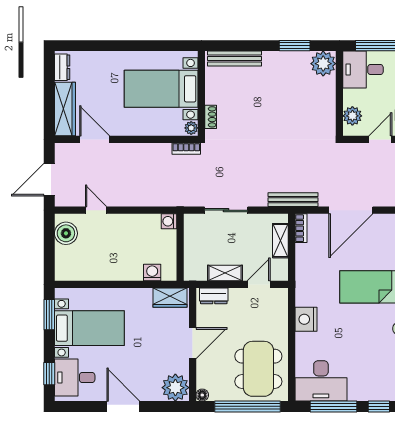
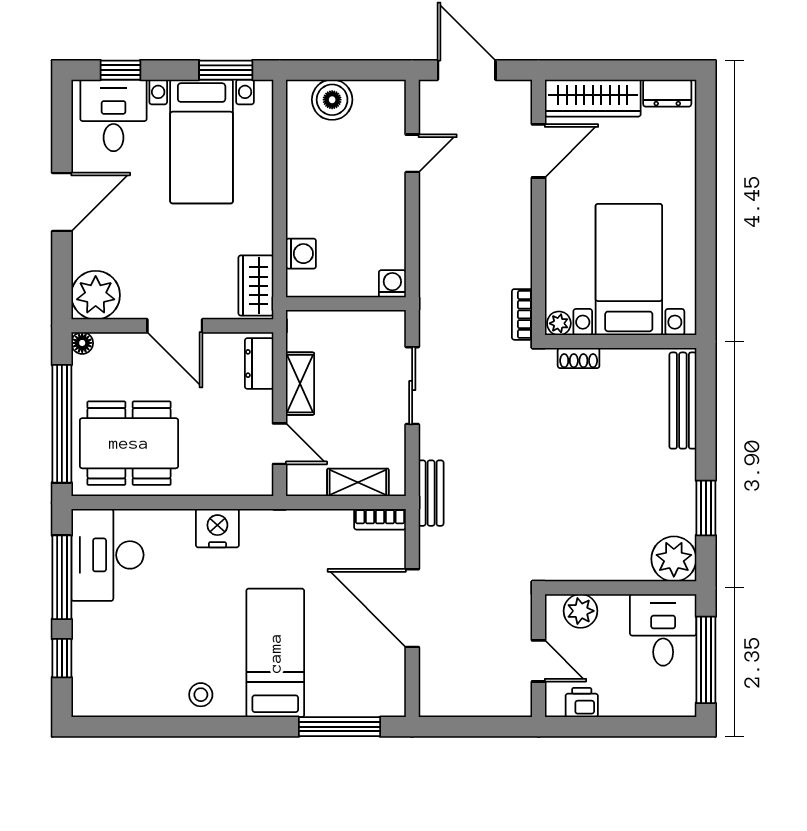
bench: (293, 200) -> (431, 493), width x0.73
boiler: (66, 233) -> (332, 100), moved

